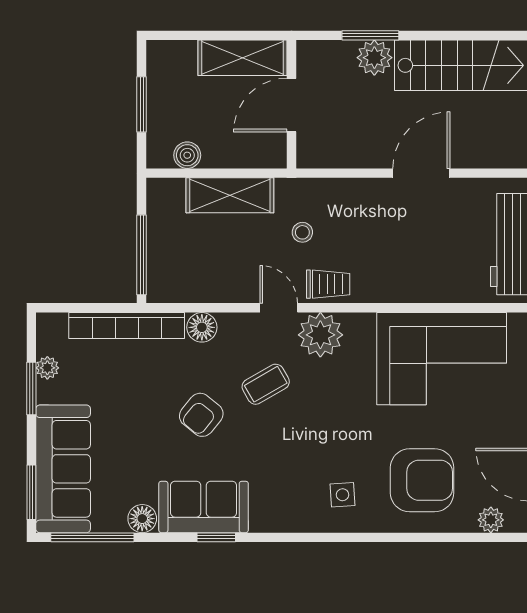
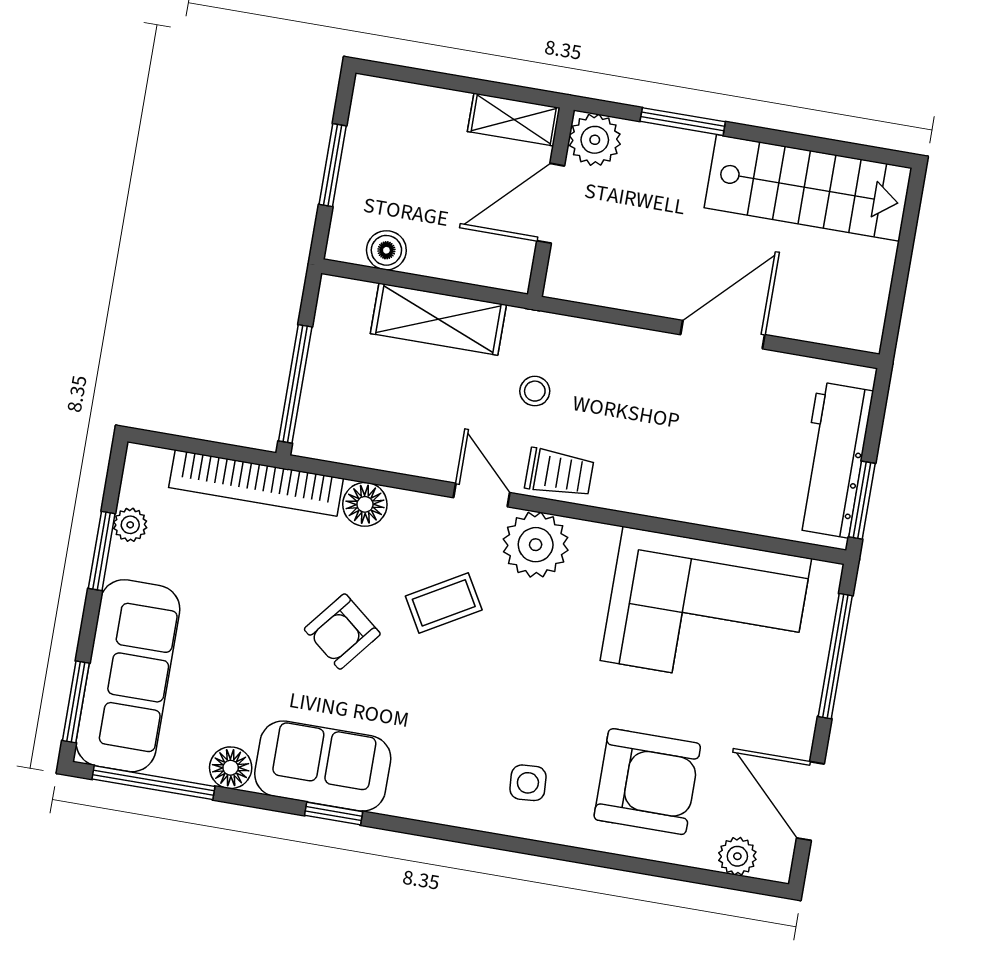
shelving: (243, 58) -> (514, 120), width x0.67, depth x0.75
plant: (374, 58) -> (595, 140), moved

